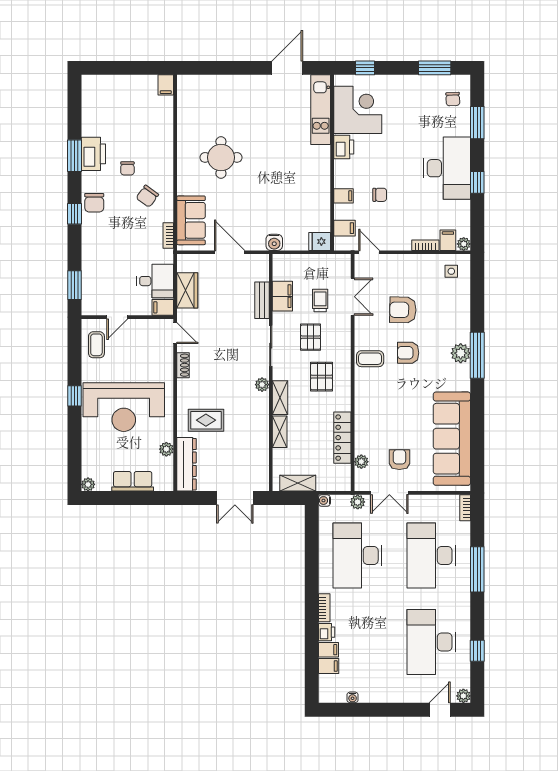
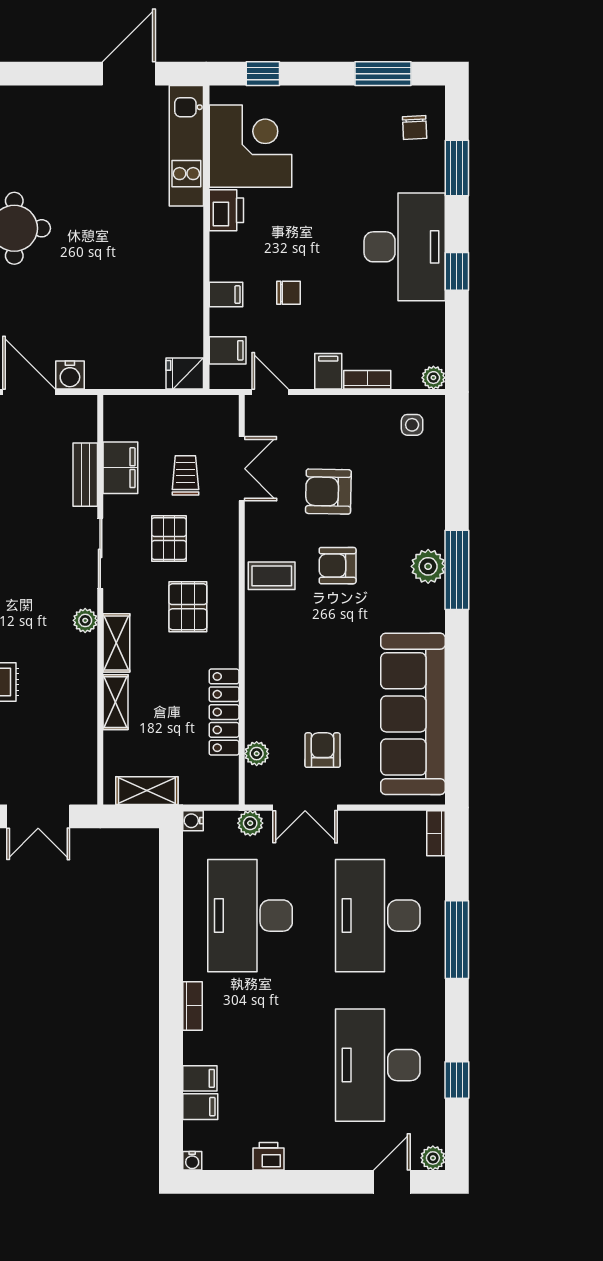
filing cabinet: (448, 240) -> (328, 371), moved
water cooler: (274, 242) -> (70, 375), moved
printer: (327, 632) -> (269, 1156), moved, turned -90
water cooler: (353, 697) -> (192, 1161), moved

